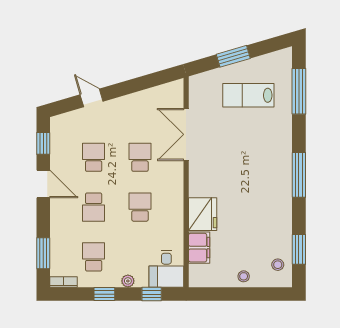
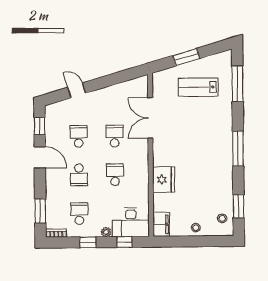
filing cabinet: (199, 248) -> (161, 224), moved
desk: (166, 269) -> (131, 222), width x1.37

